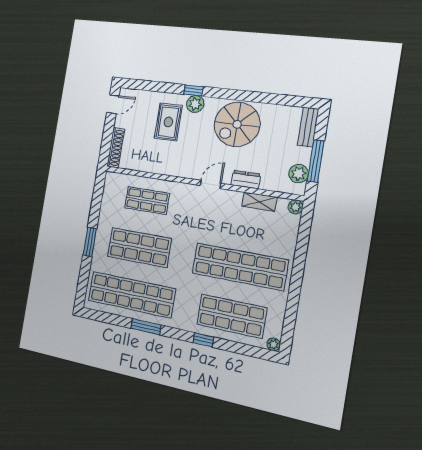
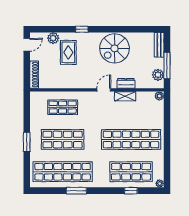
plant: (195, 104) -> (53, 38), moved
shelving: (259, 202) -> (125, 96), moved
window: (203, 340) -> (131, 191), moved

